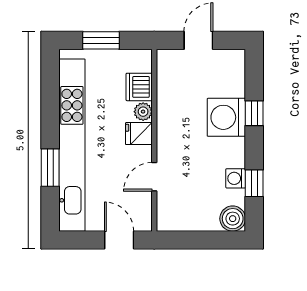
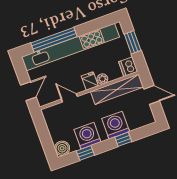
dishwasher: (139, 87) -> (128, 67), moved, turned -90
shelving: (169, 94) -> (117, 89), added
window: (50, 168) -> (54, 40), width x2.11
washing machine: (236, 178) -> (87, 136), width x1.89, depth x1.89

